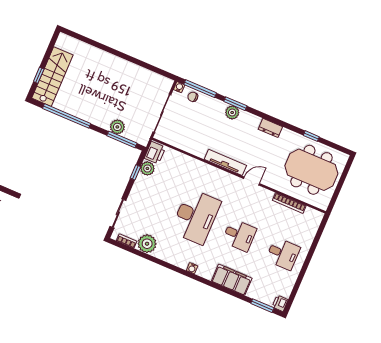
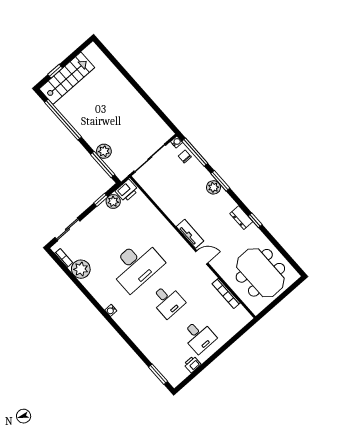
window: (311, 136) -> (255, 220), moved
tv unit: (225, 162) -> (190, 234), width x0.71
filing cabinet: (232, 280) -> (142, 338), removed
printer: (280, 303) -> (192, 364), moved

